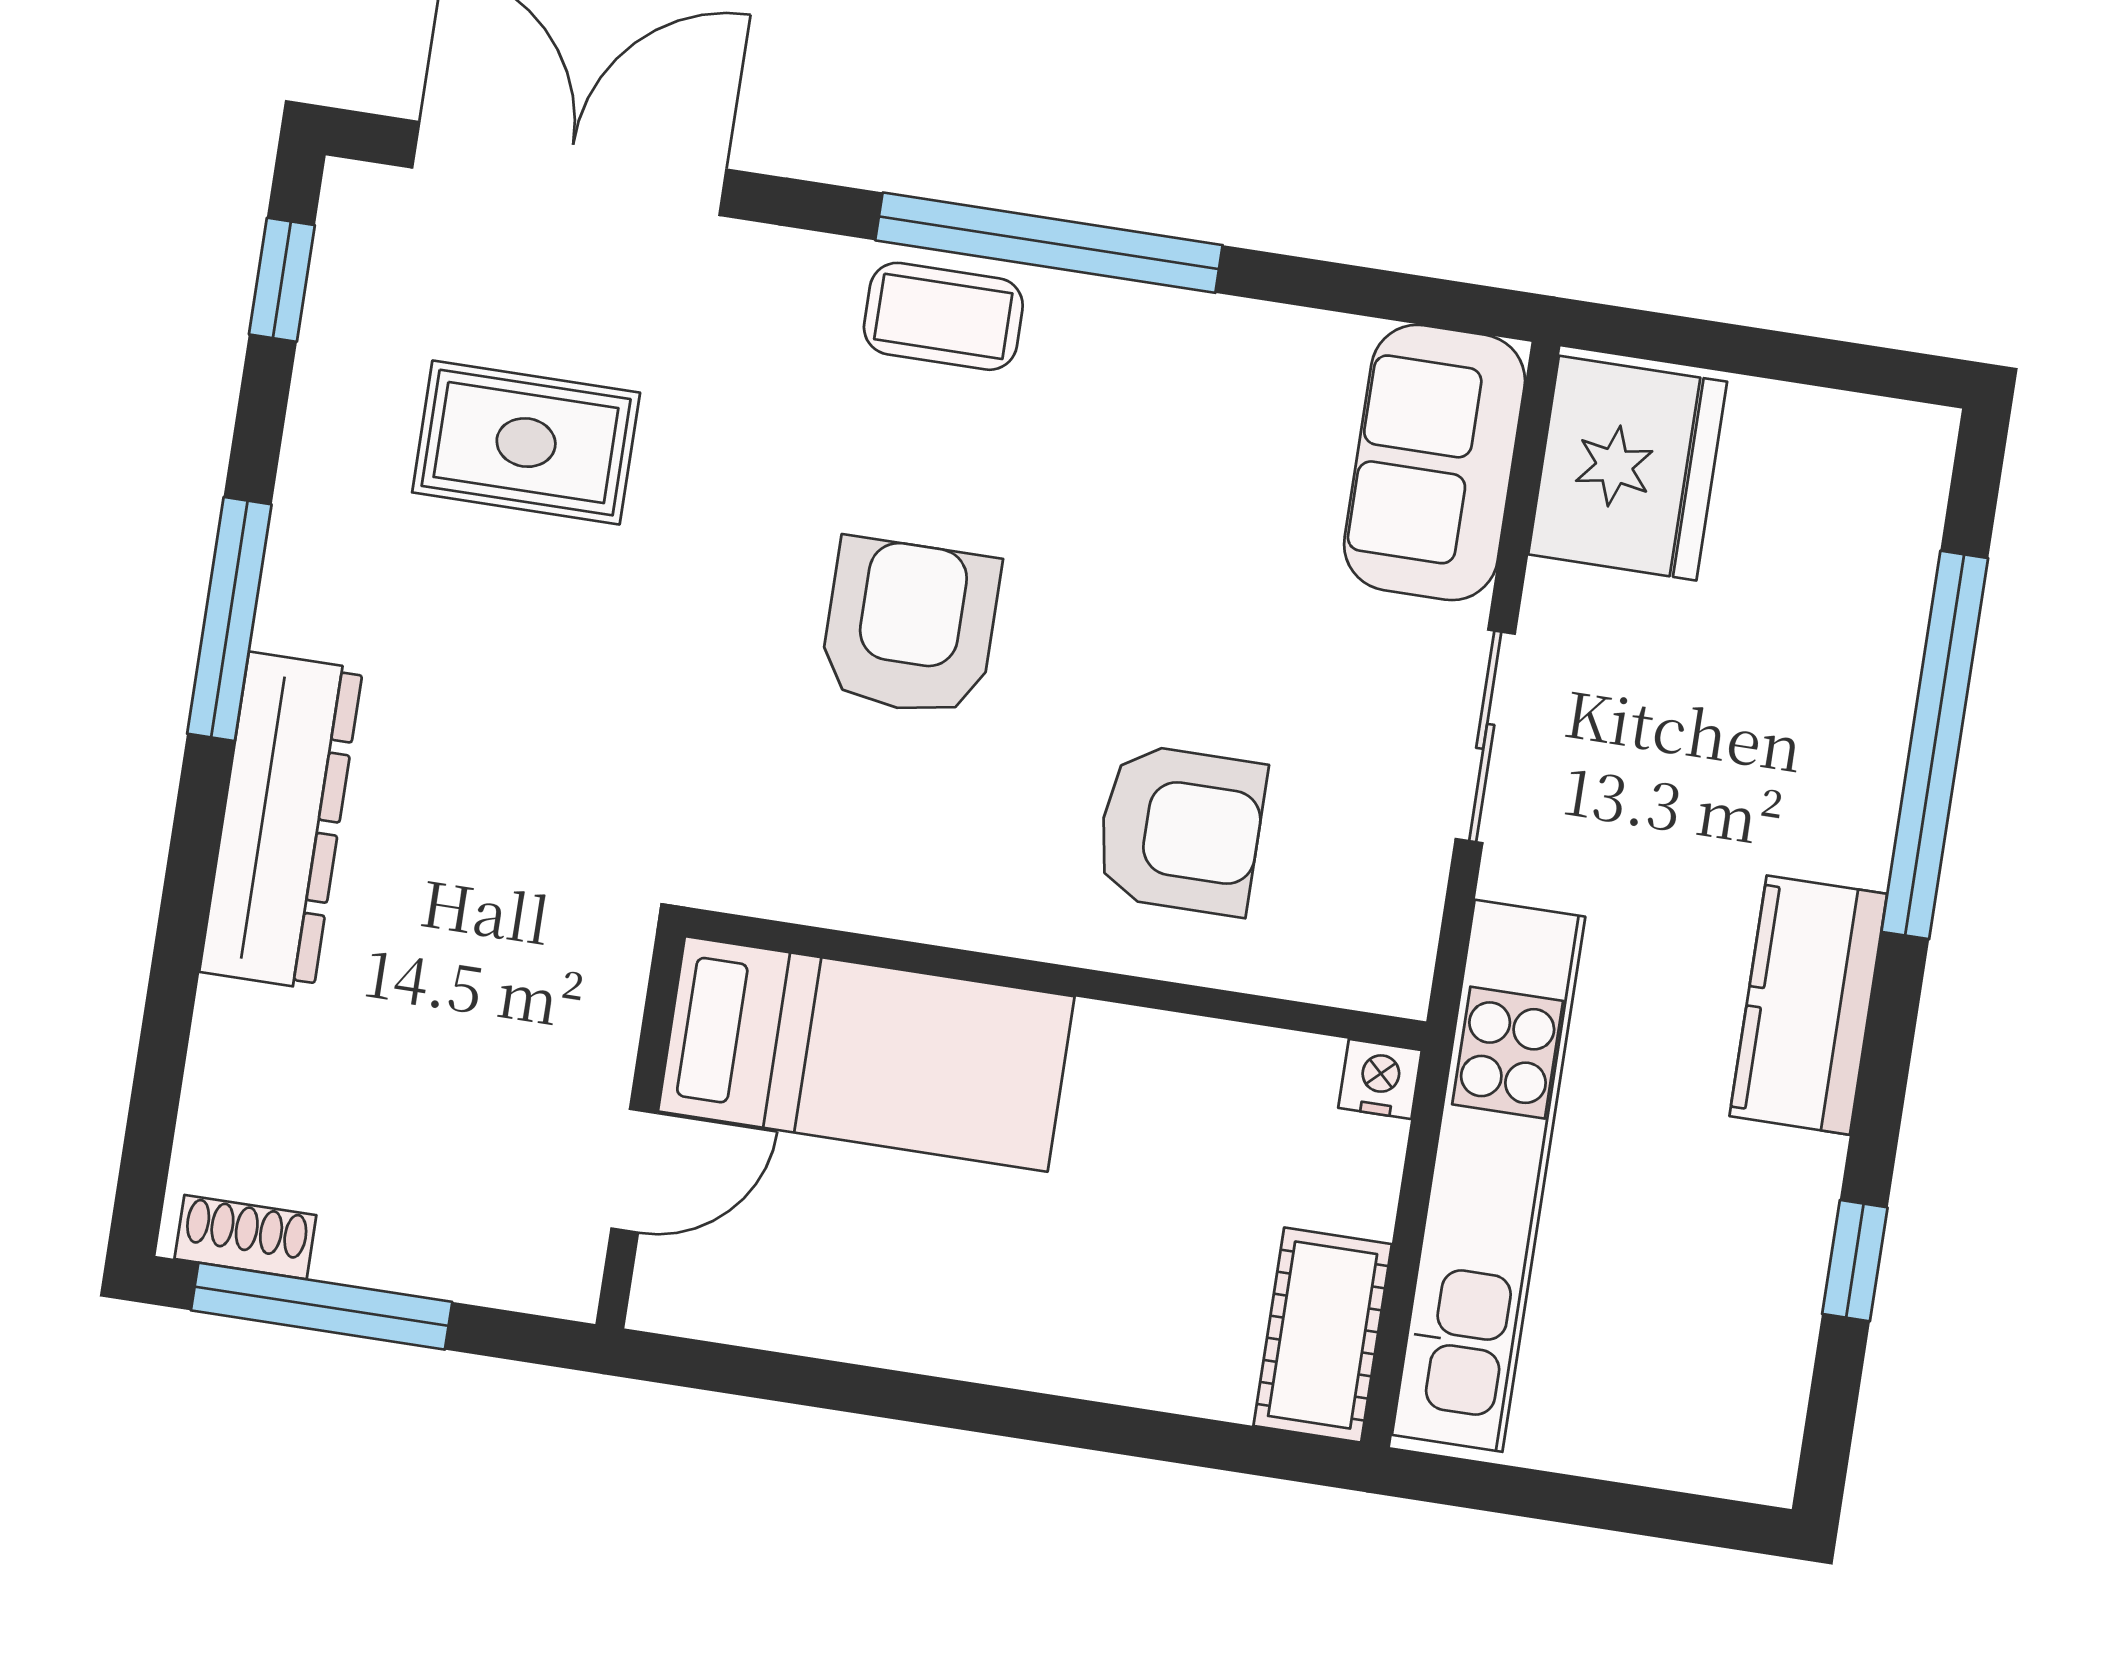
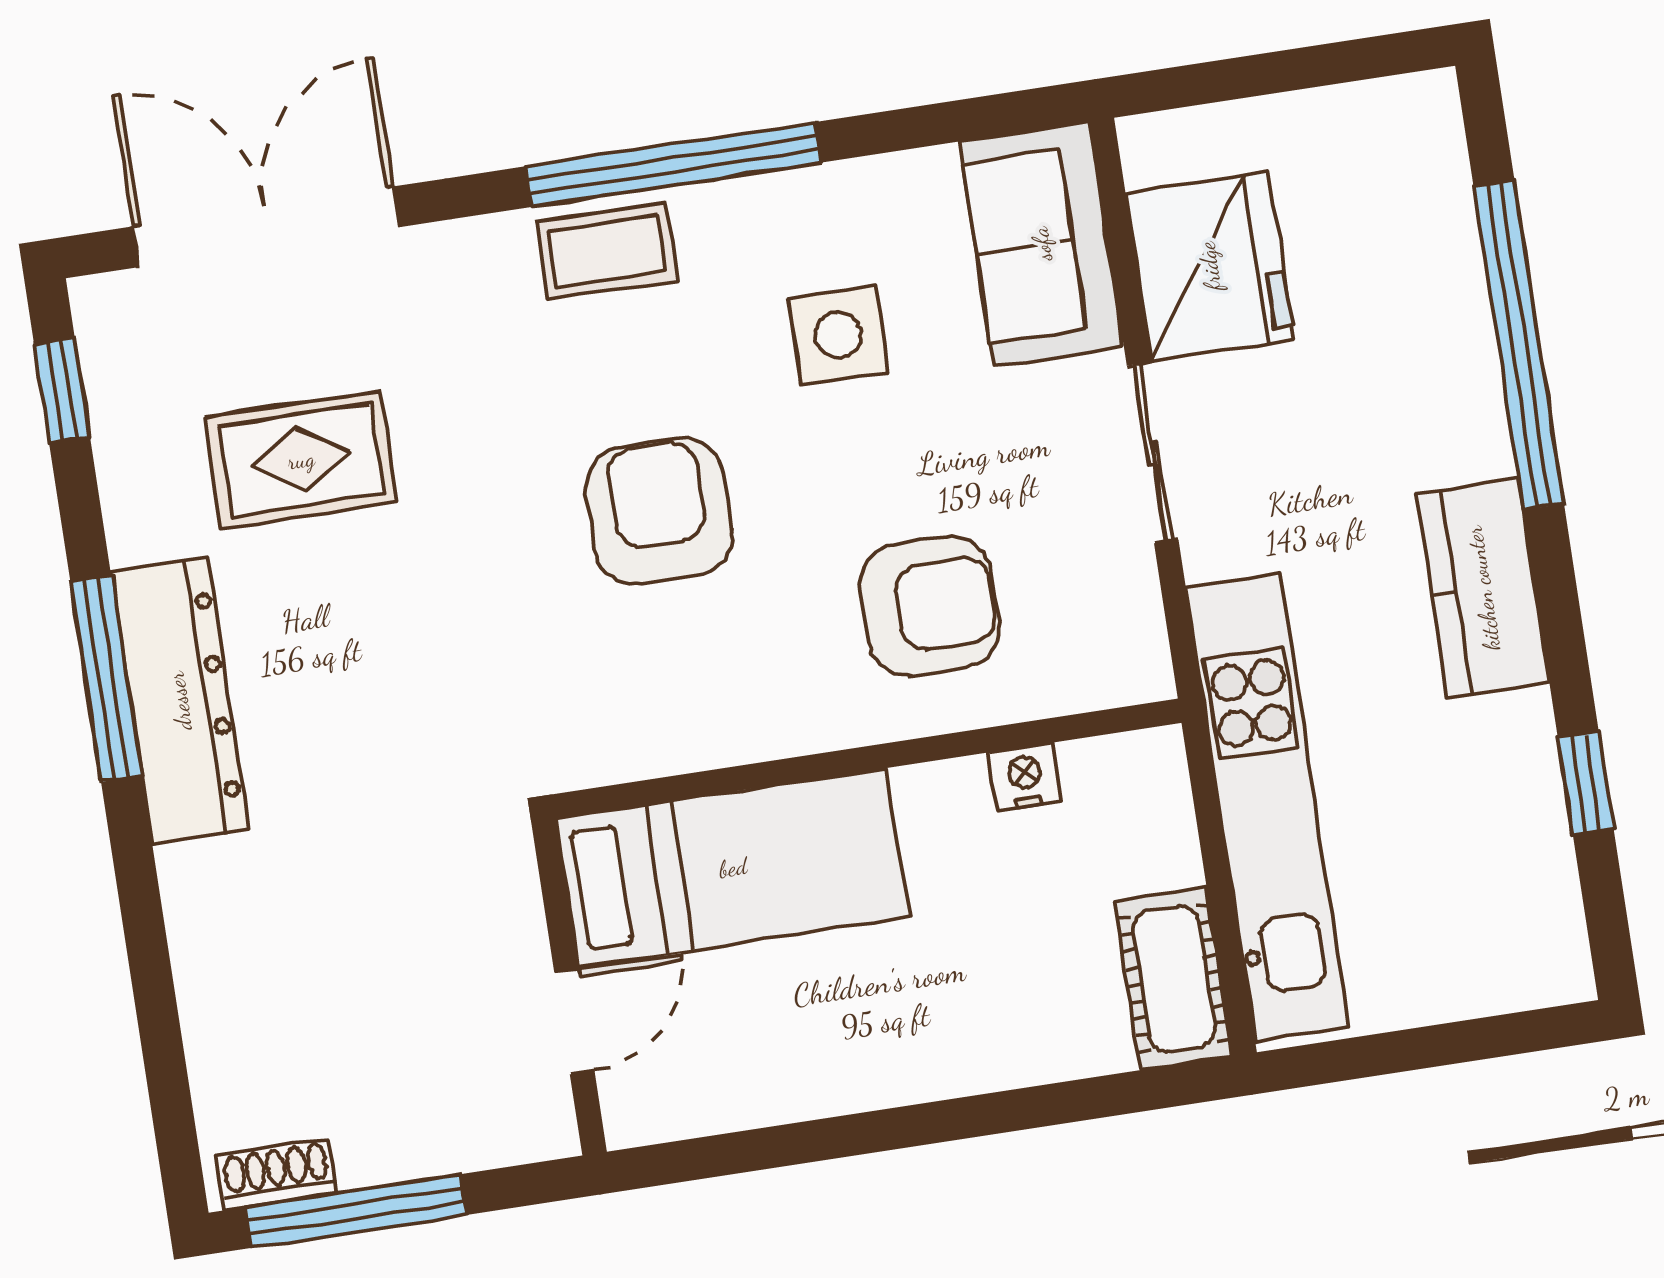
fridge: (1628, 468) -> (1210, 266), moved
side table: (1174, 493) -> (838, 335), added
dresser: (281, 821) -> (180, 701), moved
nightstand: (1380, 1079) -> (1025, 777), moved

